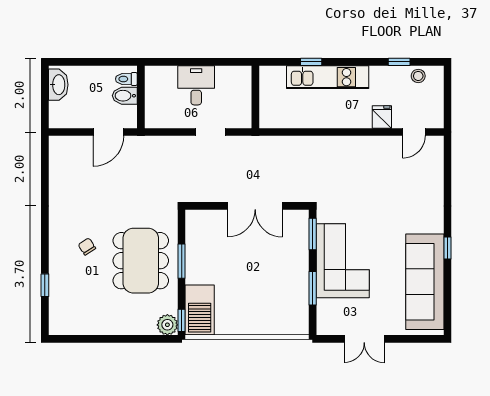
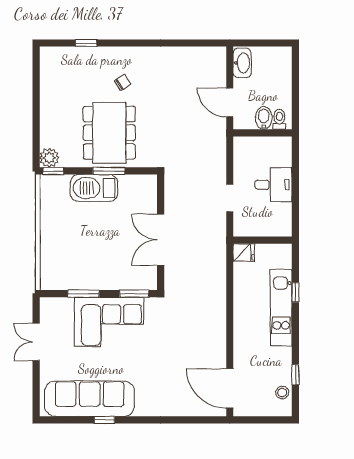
washbasin: (58, 85) -> (242, 63), moved, turned -90
fridge: (382, 117) -> (244, 252), moved
door: (414, 132) -> (230, 388), width x1.88
window: (447, 248) -> (105, 420), moved
dining table: (141, 261) -> (109, 133), turned 90
barbecue: (200, 310) -> (94, 188), moved

